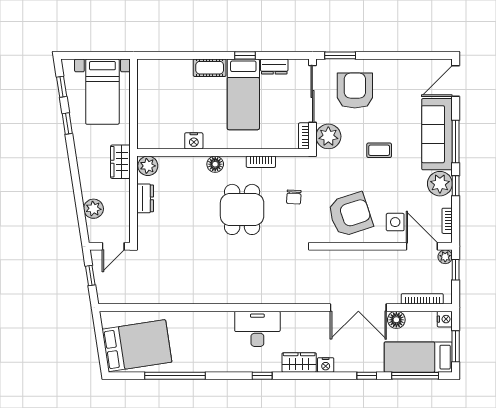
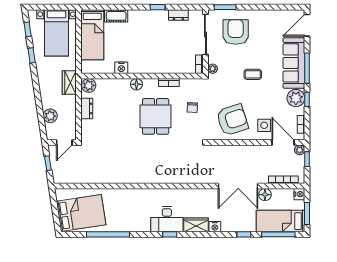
cot: (210, 68) -> (116, 16), moved
bed: (243, 94) -> (92, 35), moved
plant: (328, 136) -> (213, 69), width x0.53, depth x0.53
desk: (257, 329) -> (167, 219), moved, turned 180

